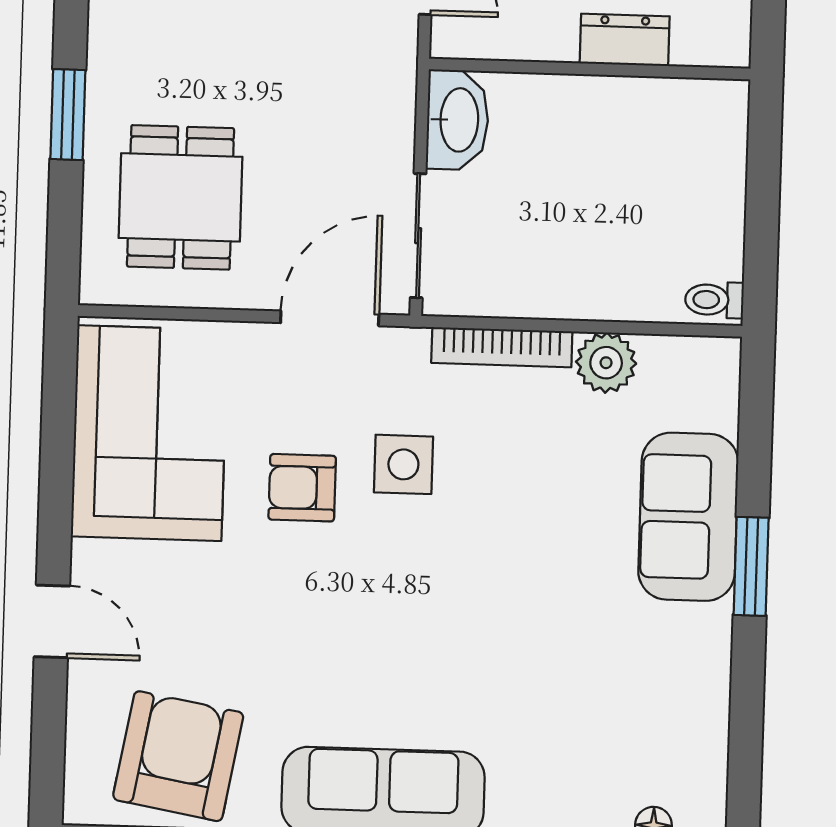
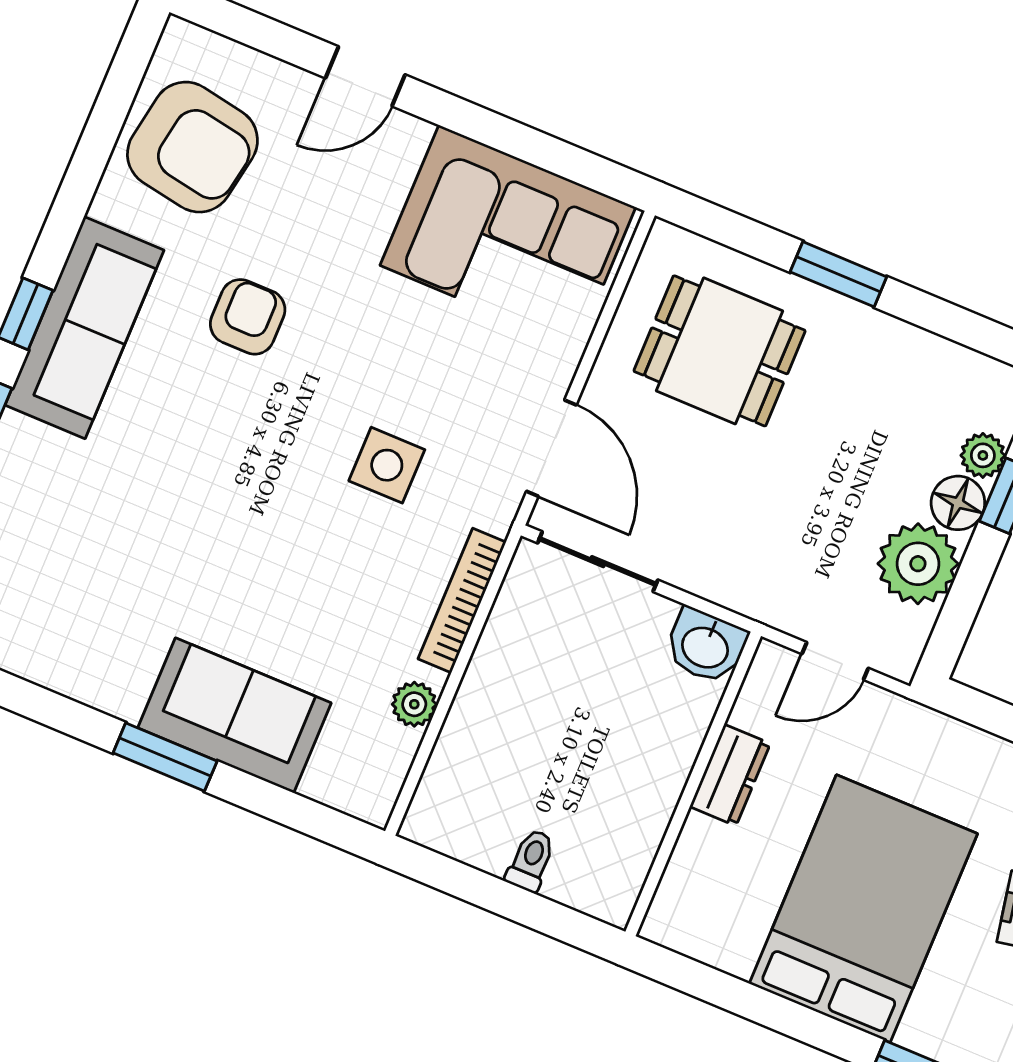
dresser: (625, 40) -> (730, 775), moved
washbasin: (458, 120) -> (706, 646), width x0.72
toilet: (714, 300) -> (531, 860), moved
plant: (606, 363) -> (414, 704), width x0.73, depth x0.73
armchair: (302, 488) -> (248, 317), moved

